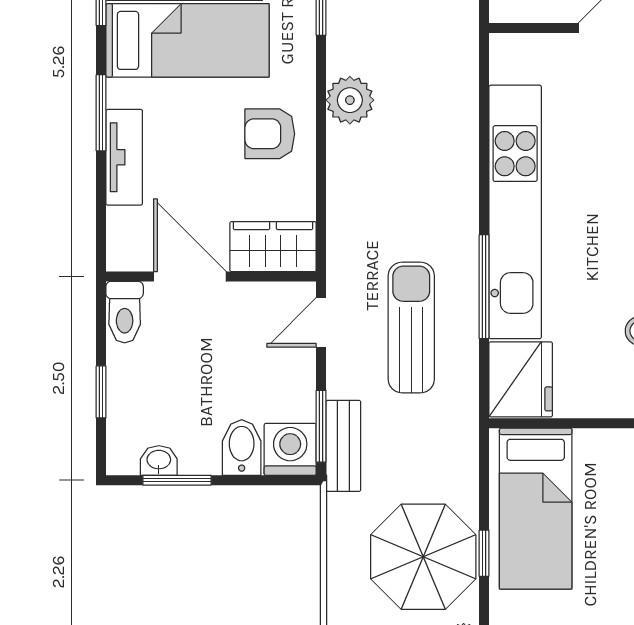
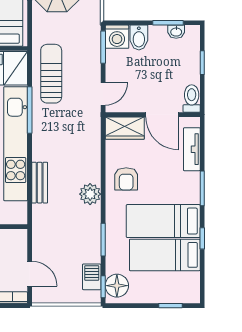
armchair: (270, 134) -> (126, 179), turned 90
tv unit: (124, 157) -> (192, 149), moved
sun lounger: (411, 328) -> (51, 74), moved, turned 180
bench: (343, 446) -> (40, 183), moved

